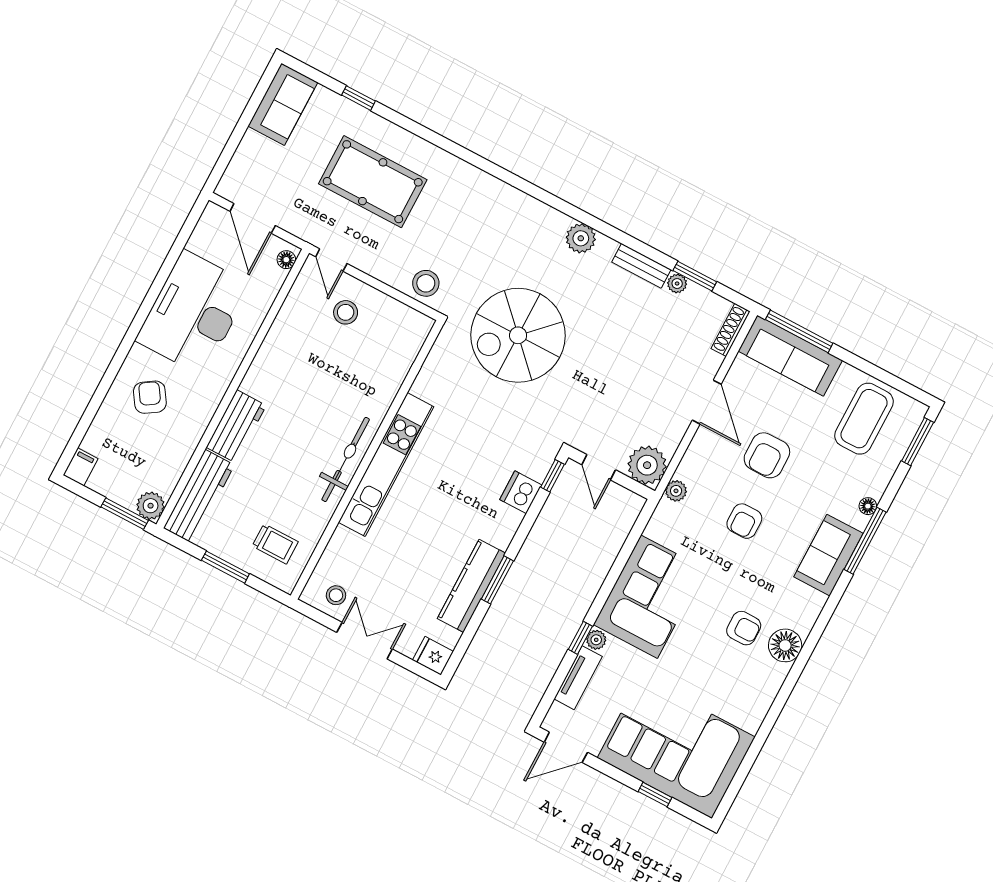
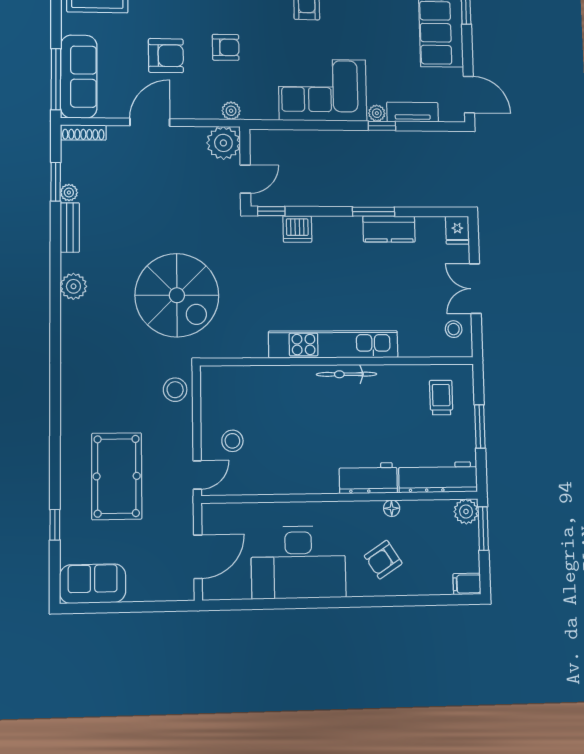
floor lamp: (286, 260) -> (392, 508), moved
bicycle: (346, 459) -> (347, 374), width x0.73, depth x0.71
kitchen counter: (471, 586) -> (389, 229), width x0.67

